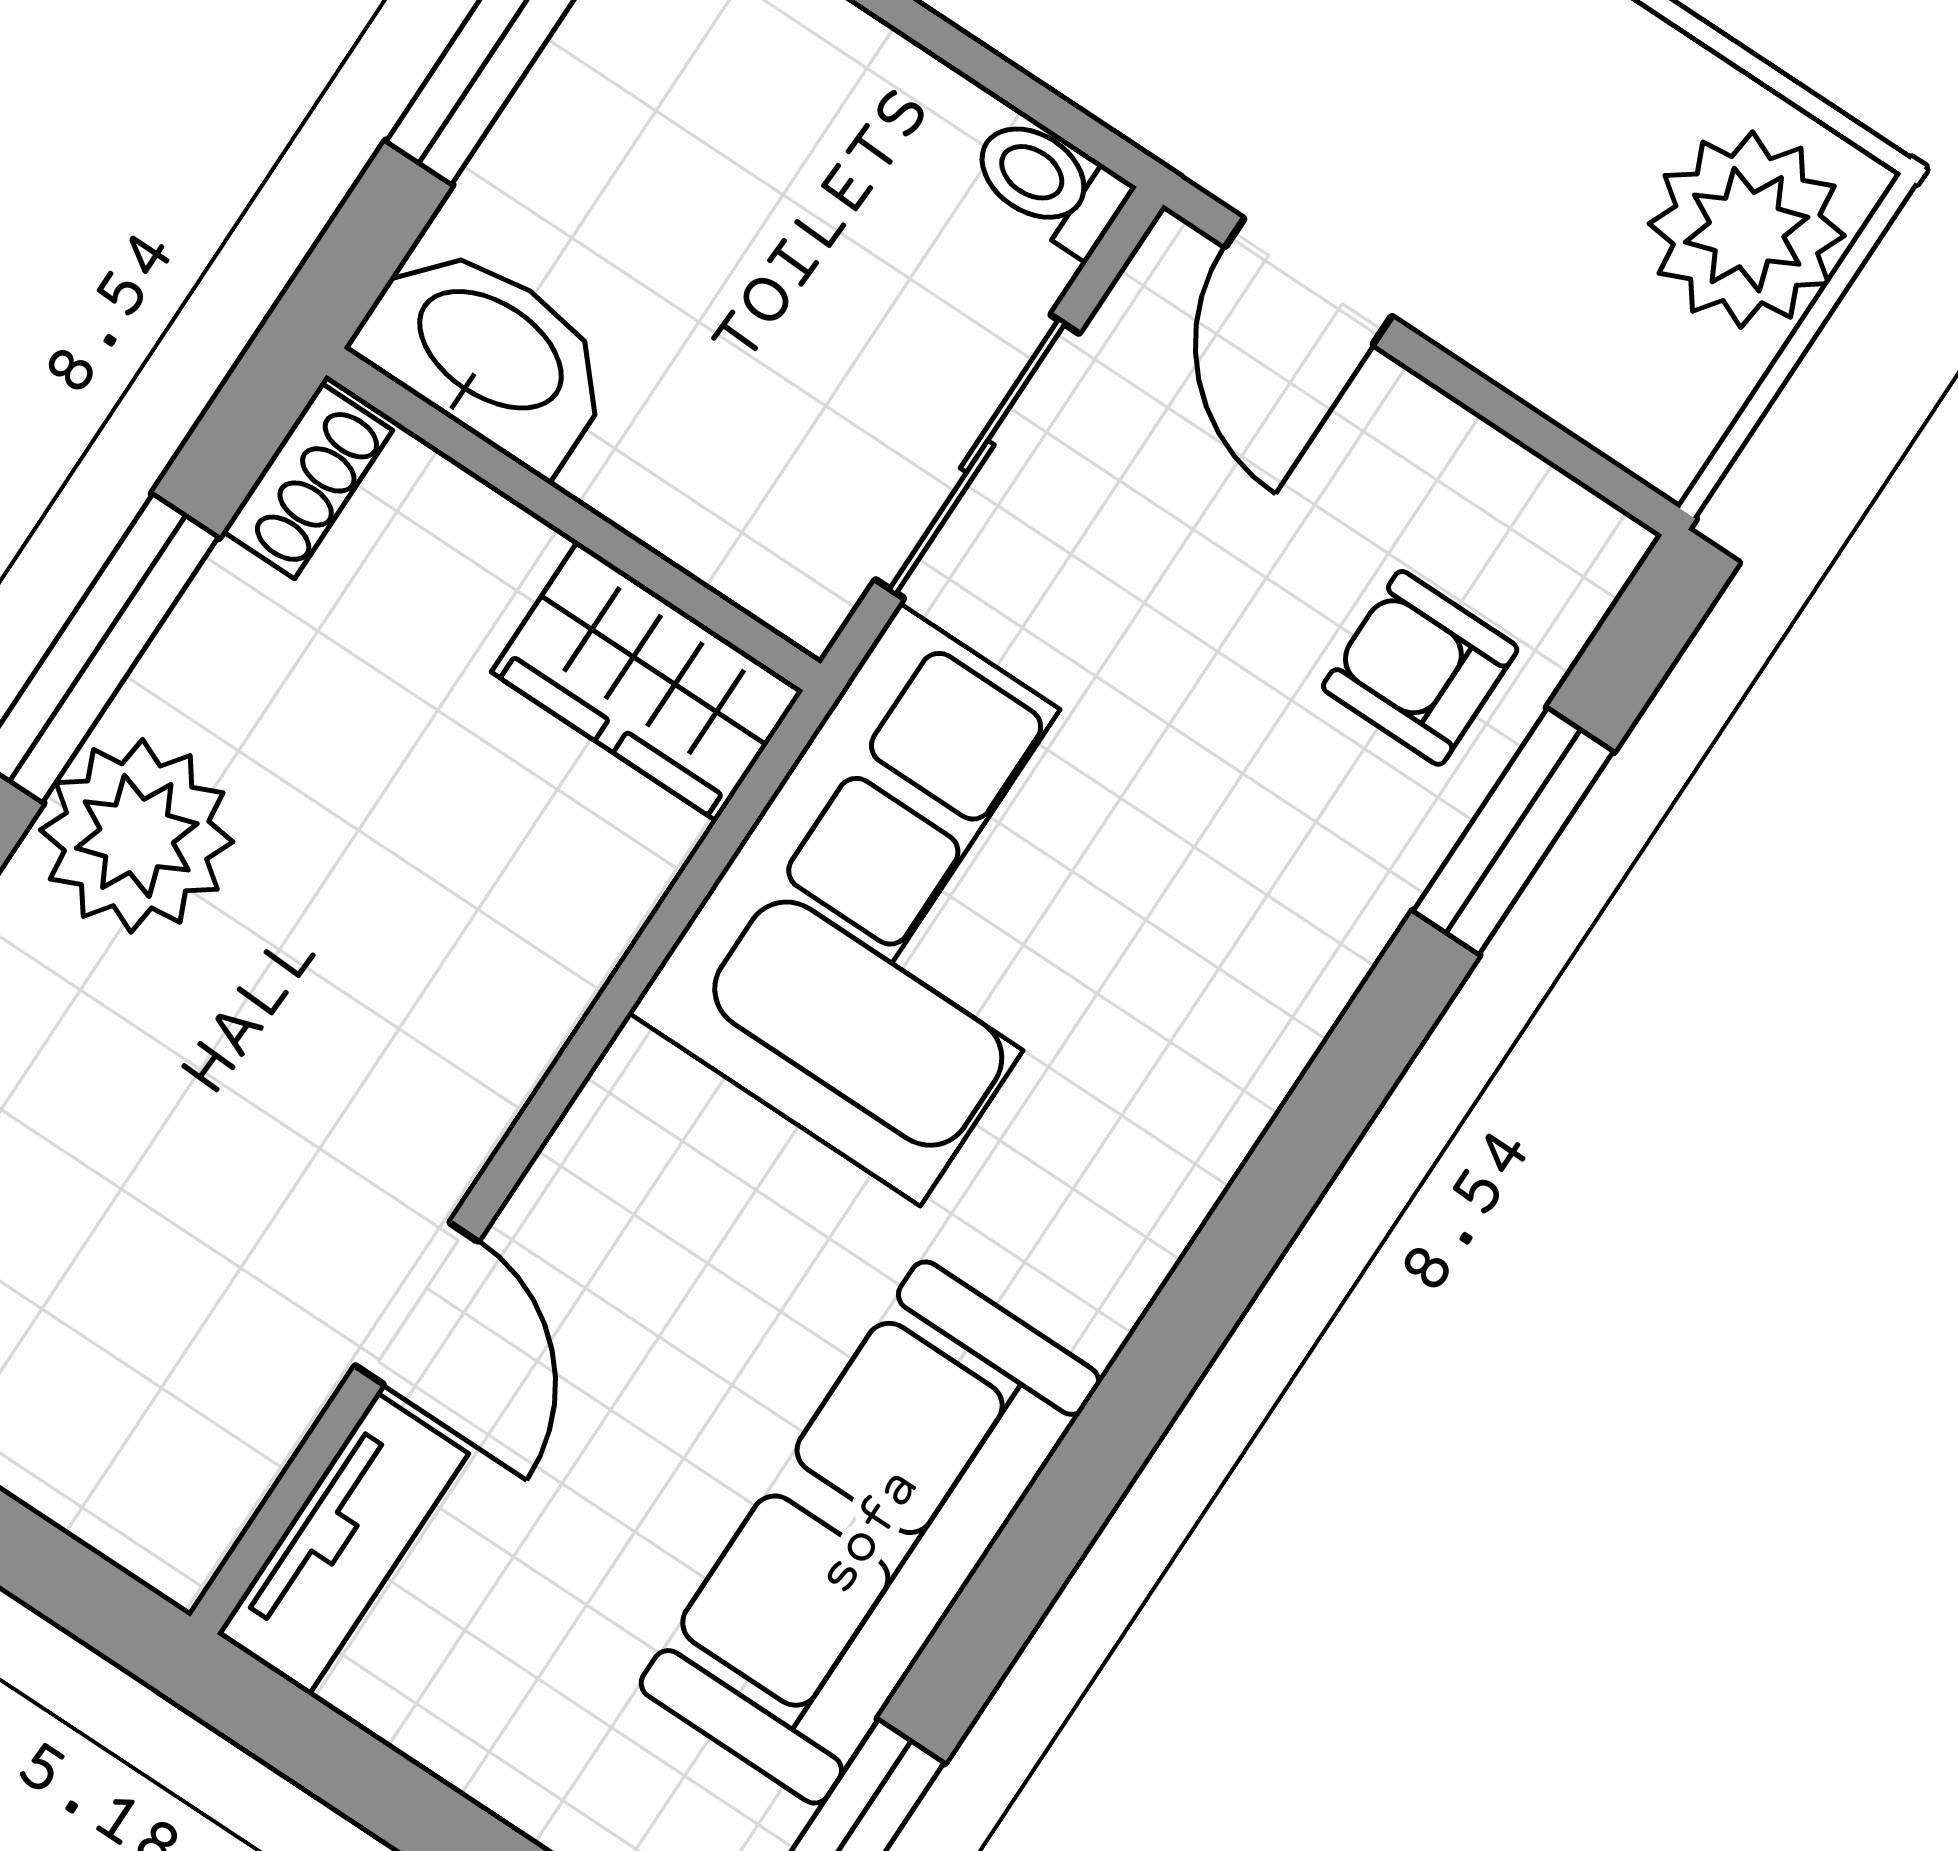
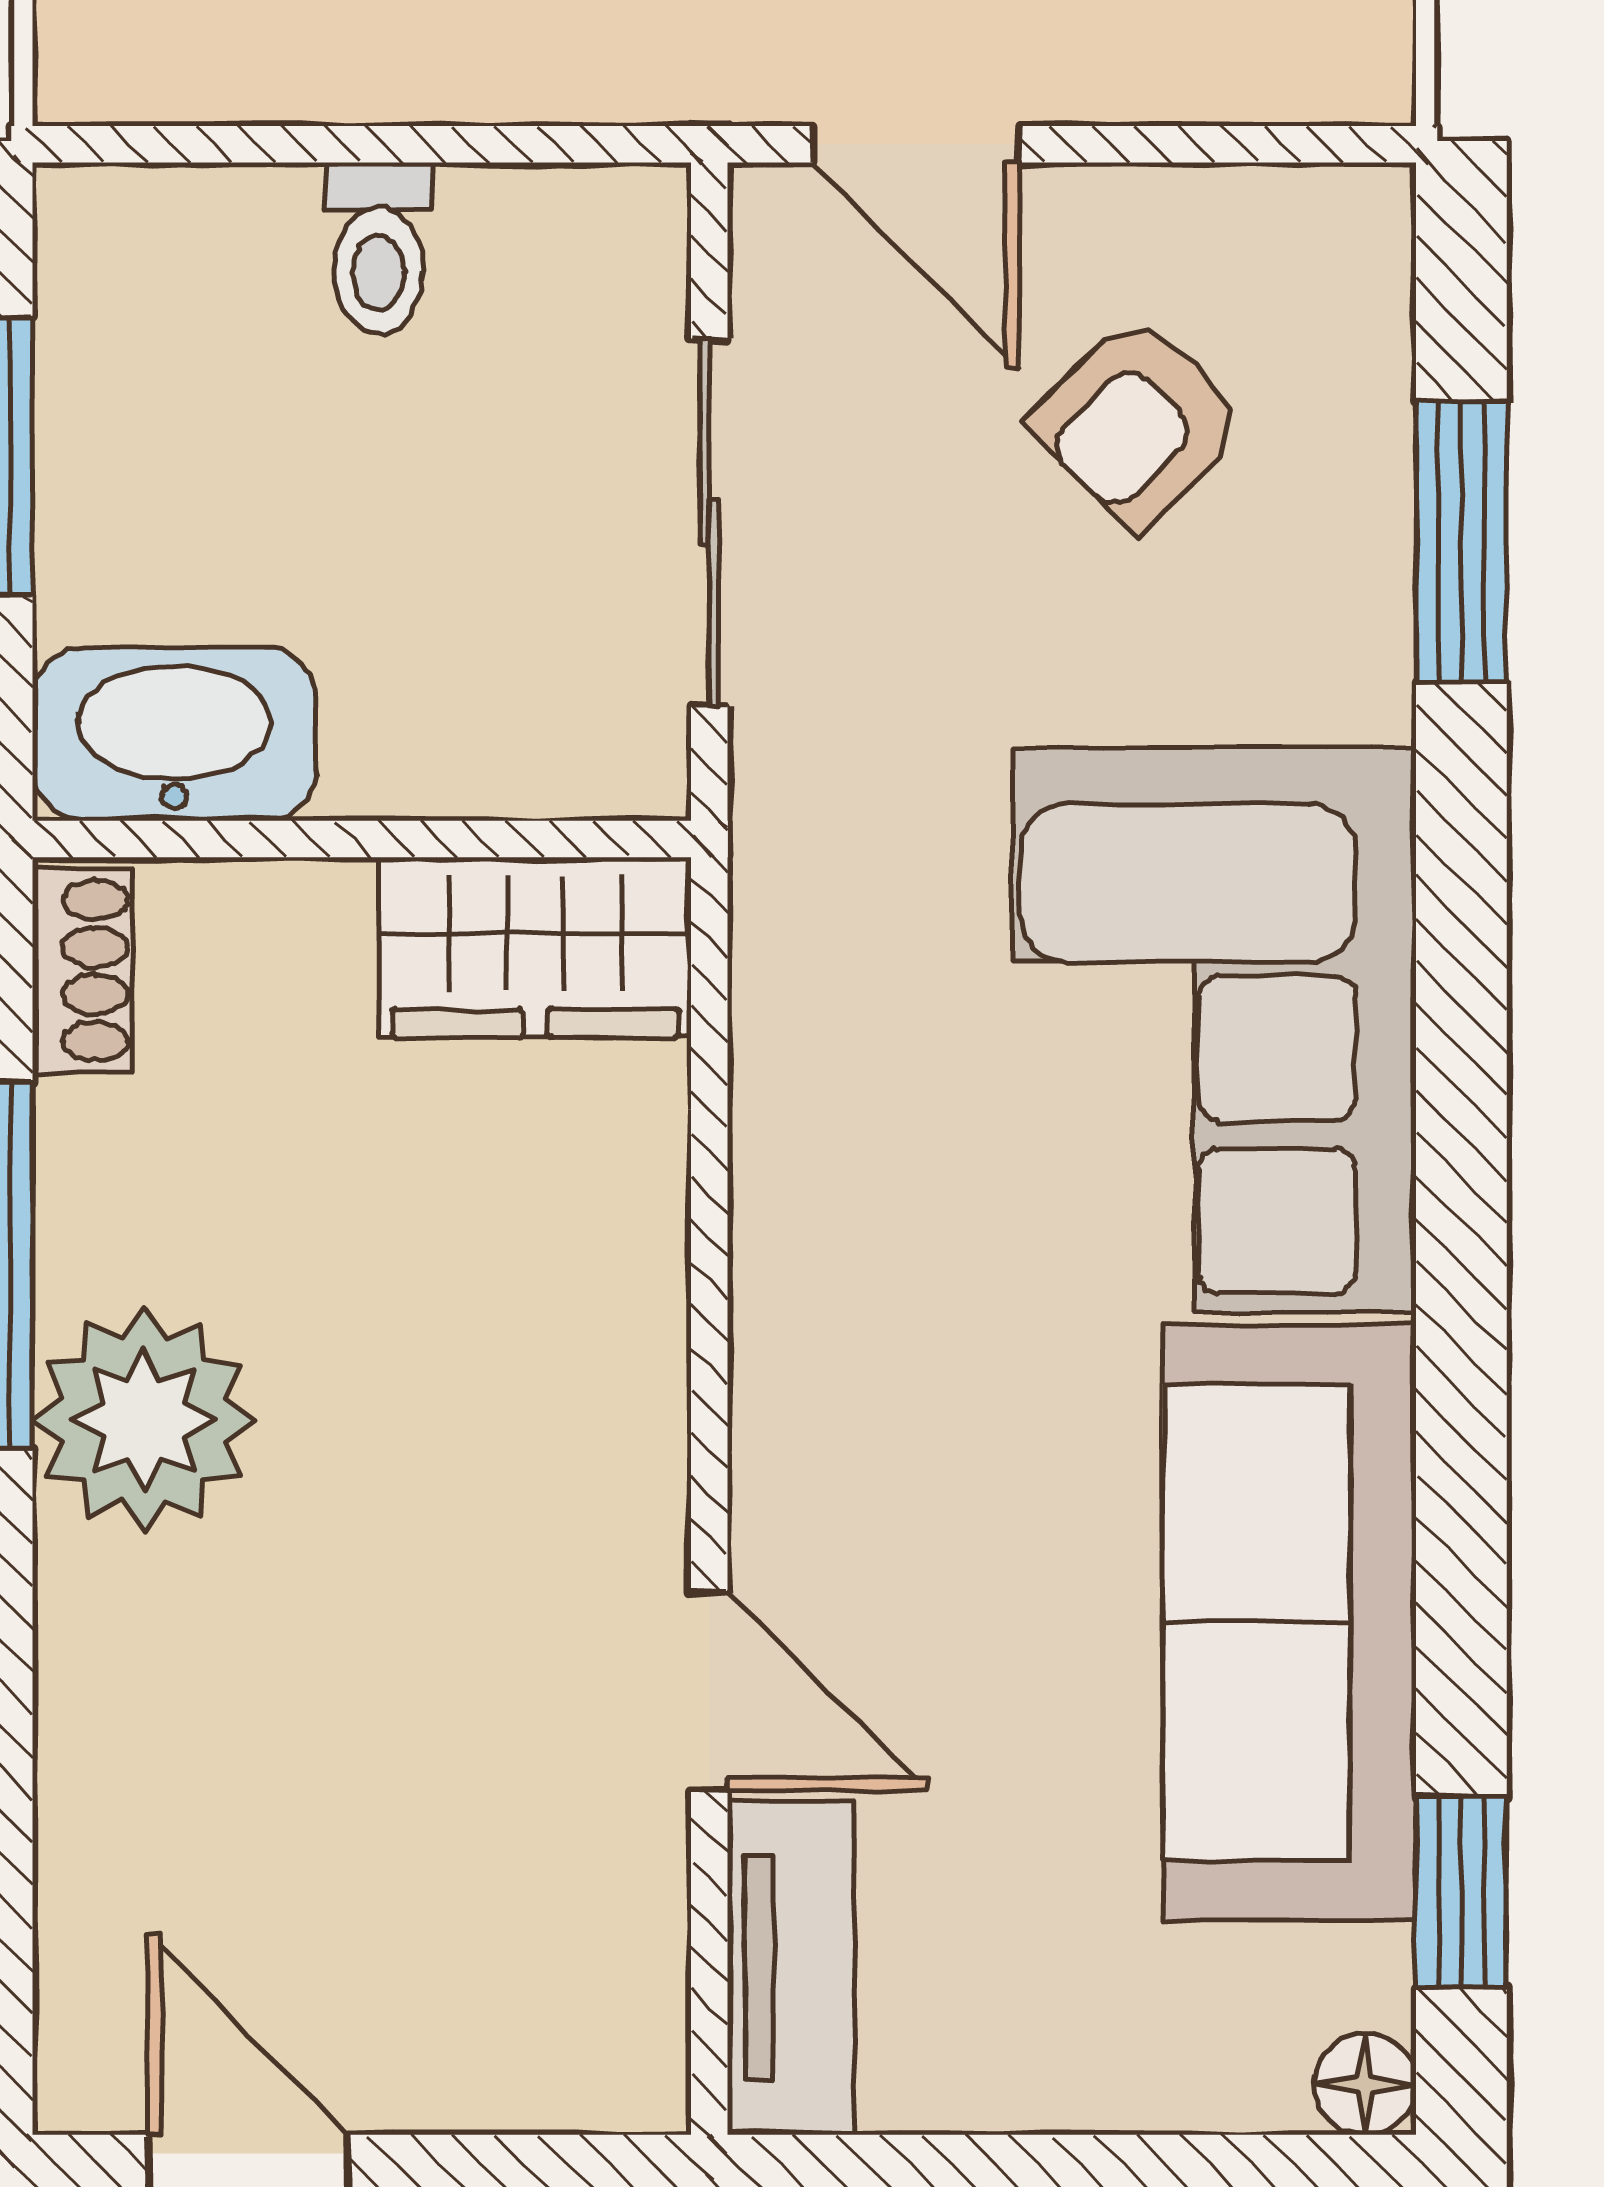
toilet: (1049, 184) -> (378, 248), moved, turned -90
armchair: (1420, 668) -> (1138, 422), moved, turned -45
corner sofa: (910, 905) -> (1214, 1030), moved, turned 180

